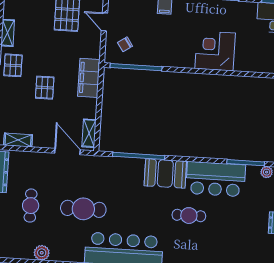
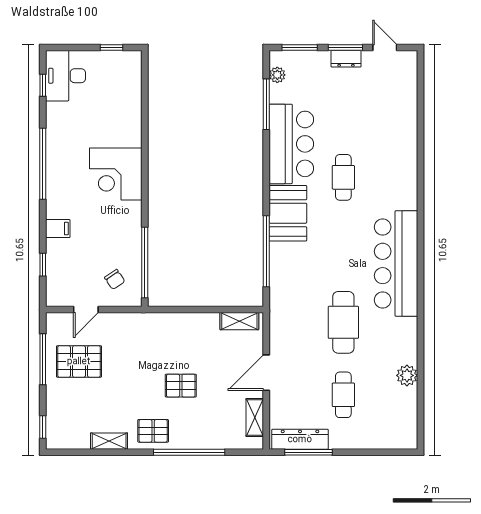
corner desk: (215, 51) -> (116, 174), moved
filing cabinet: (89, 78) -> (164, 326), removed
door: (67, 152) -> (266, 373), moved
cafe table: (31, 206) -> (343, 395), turned 90

